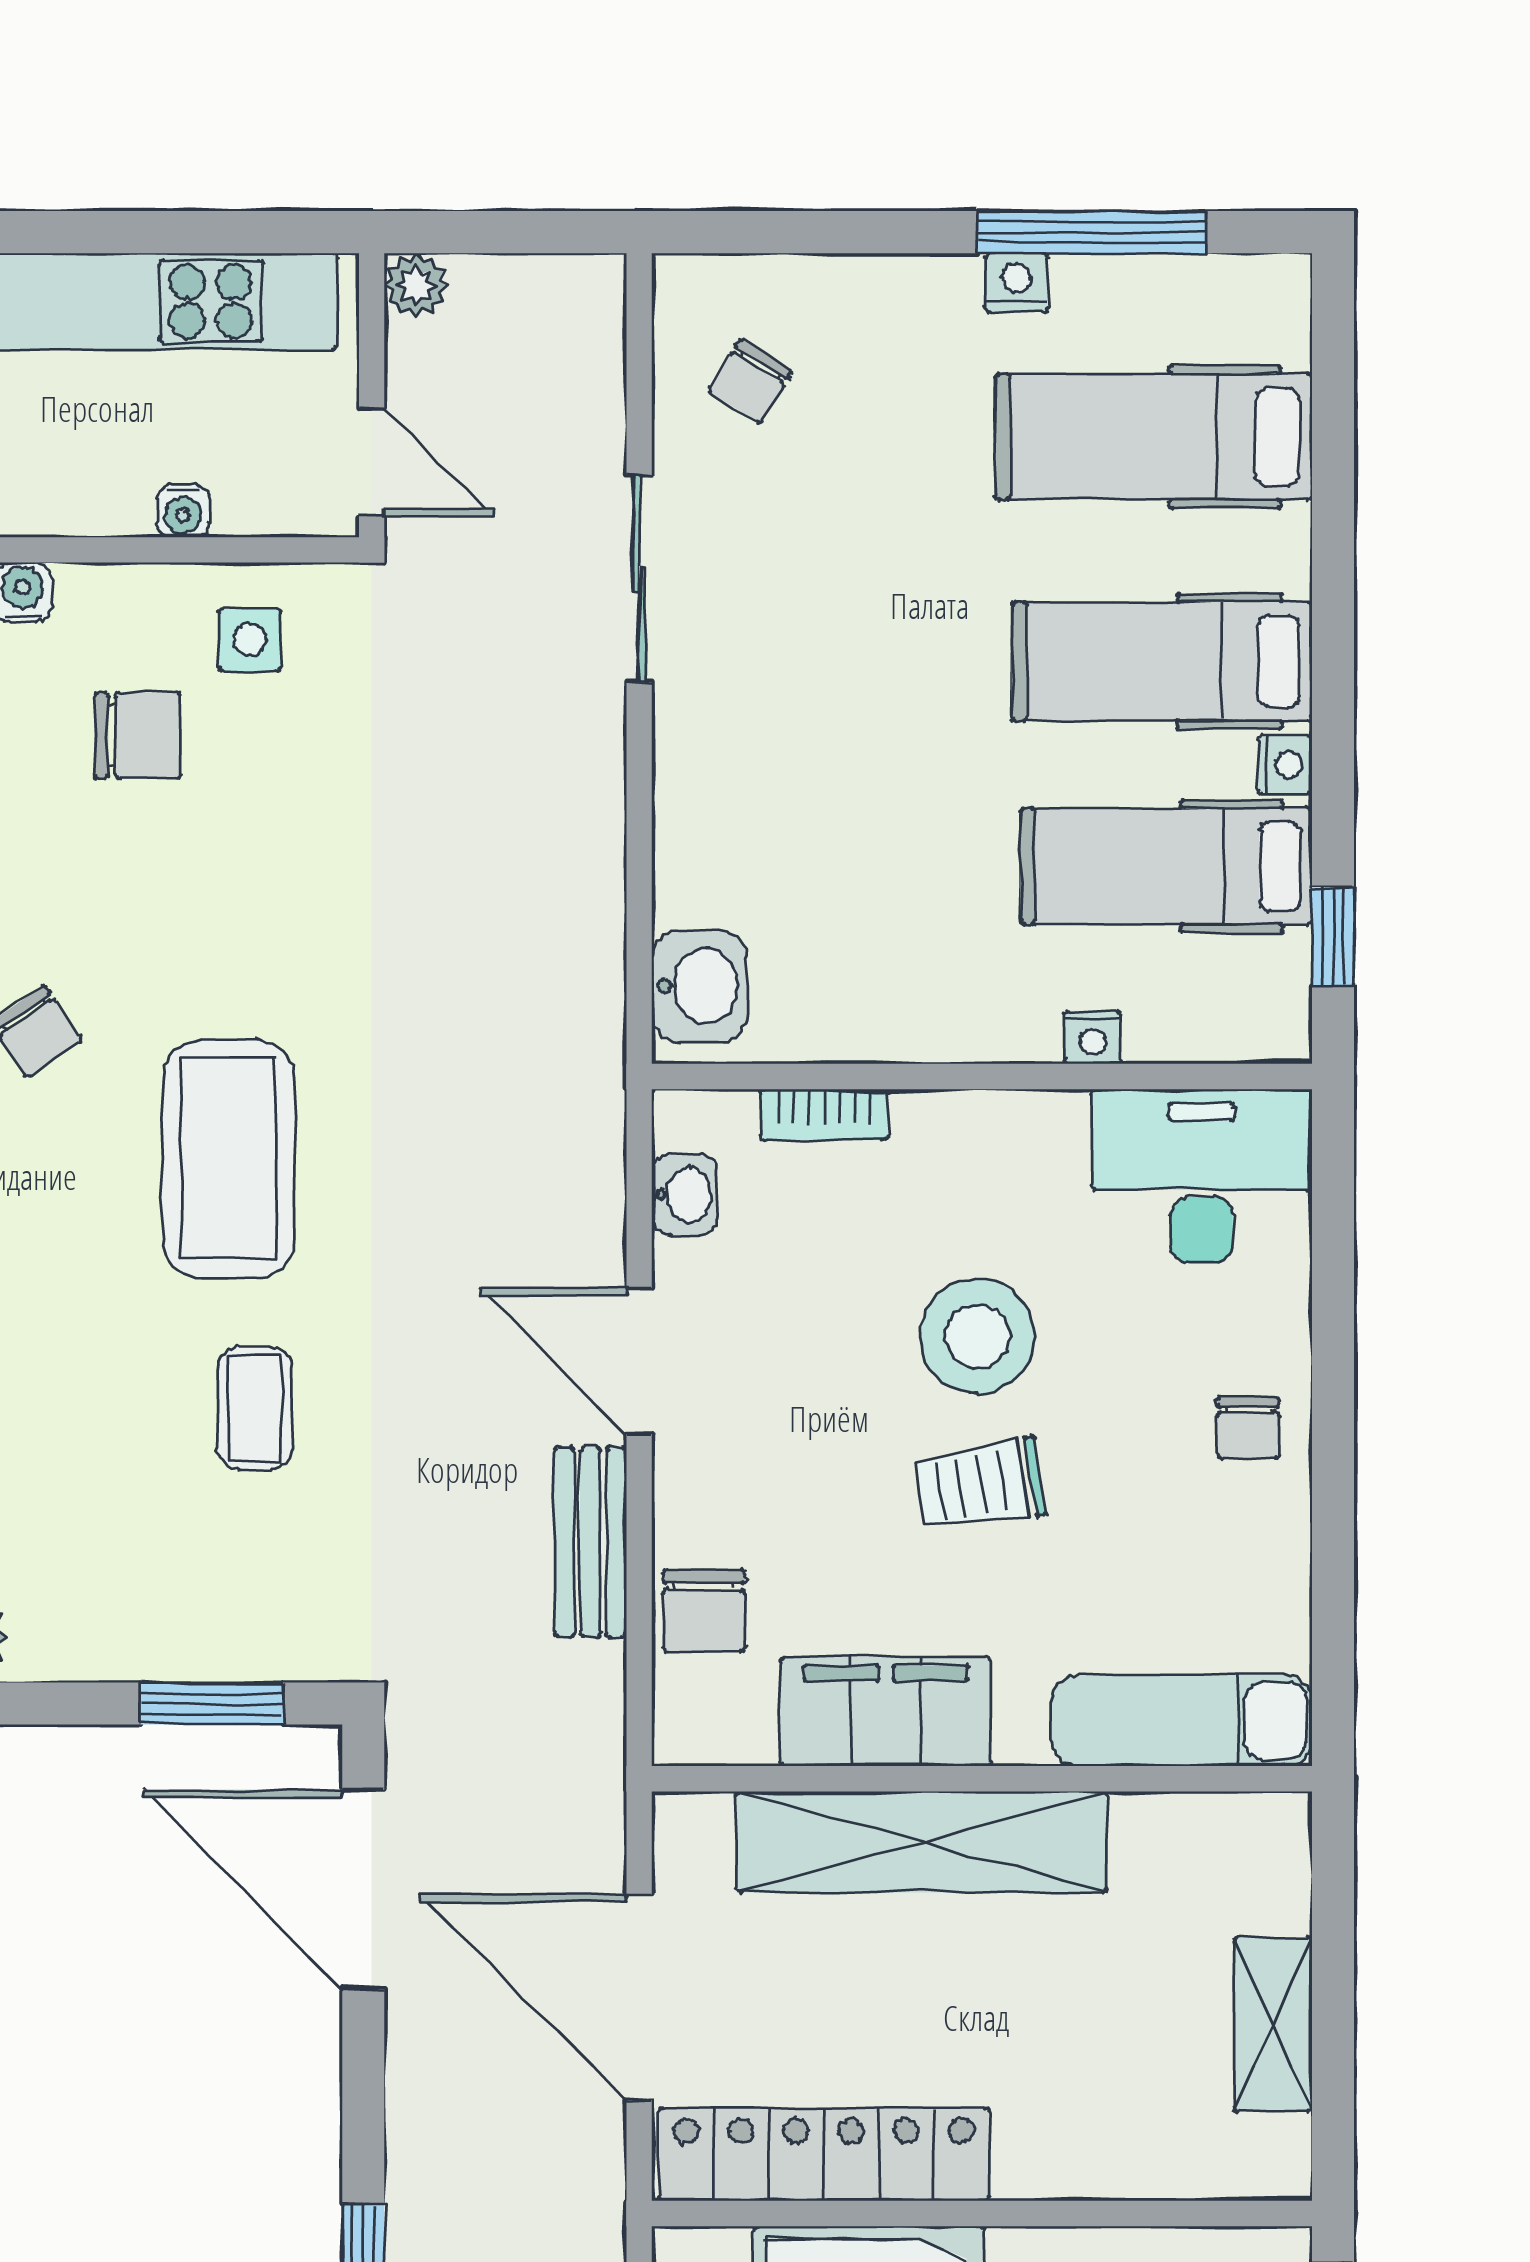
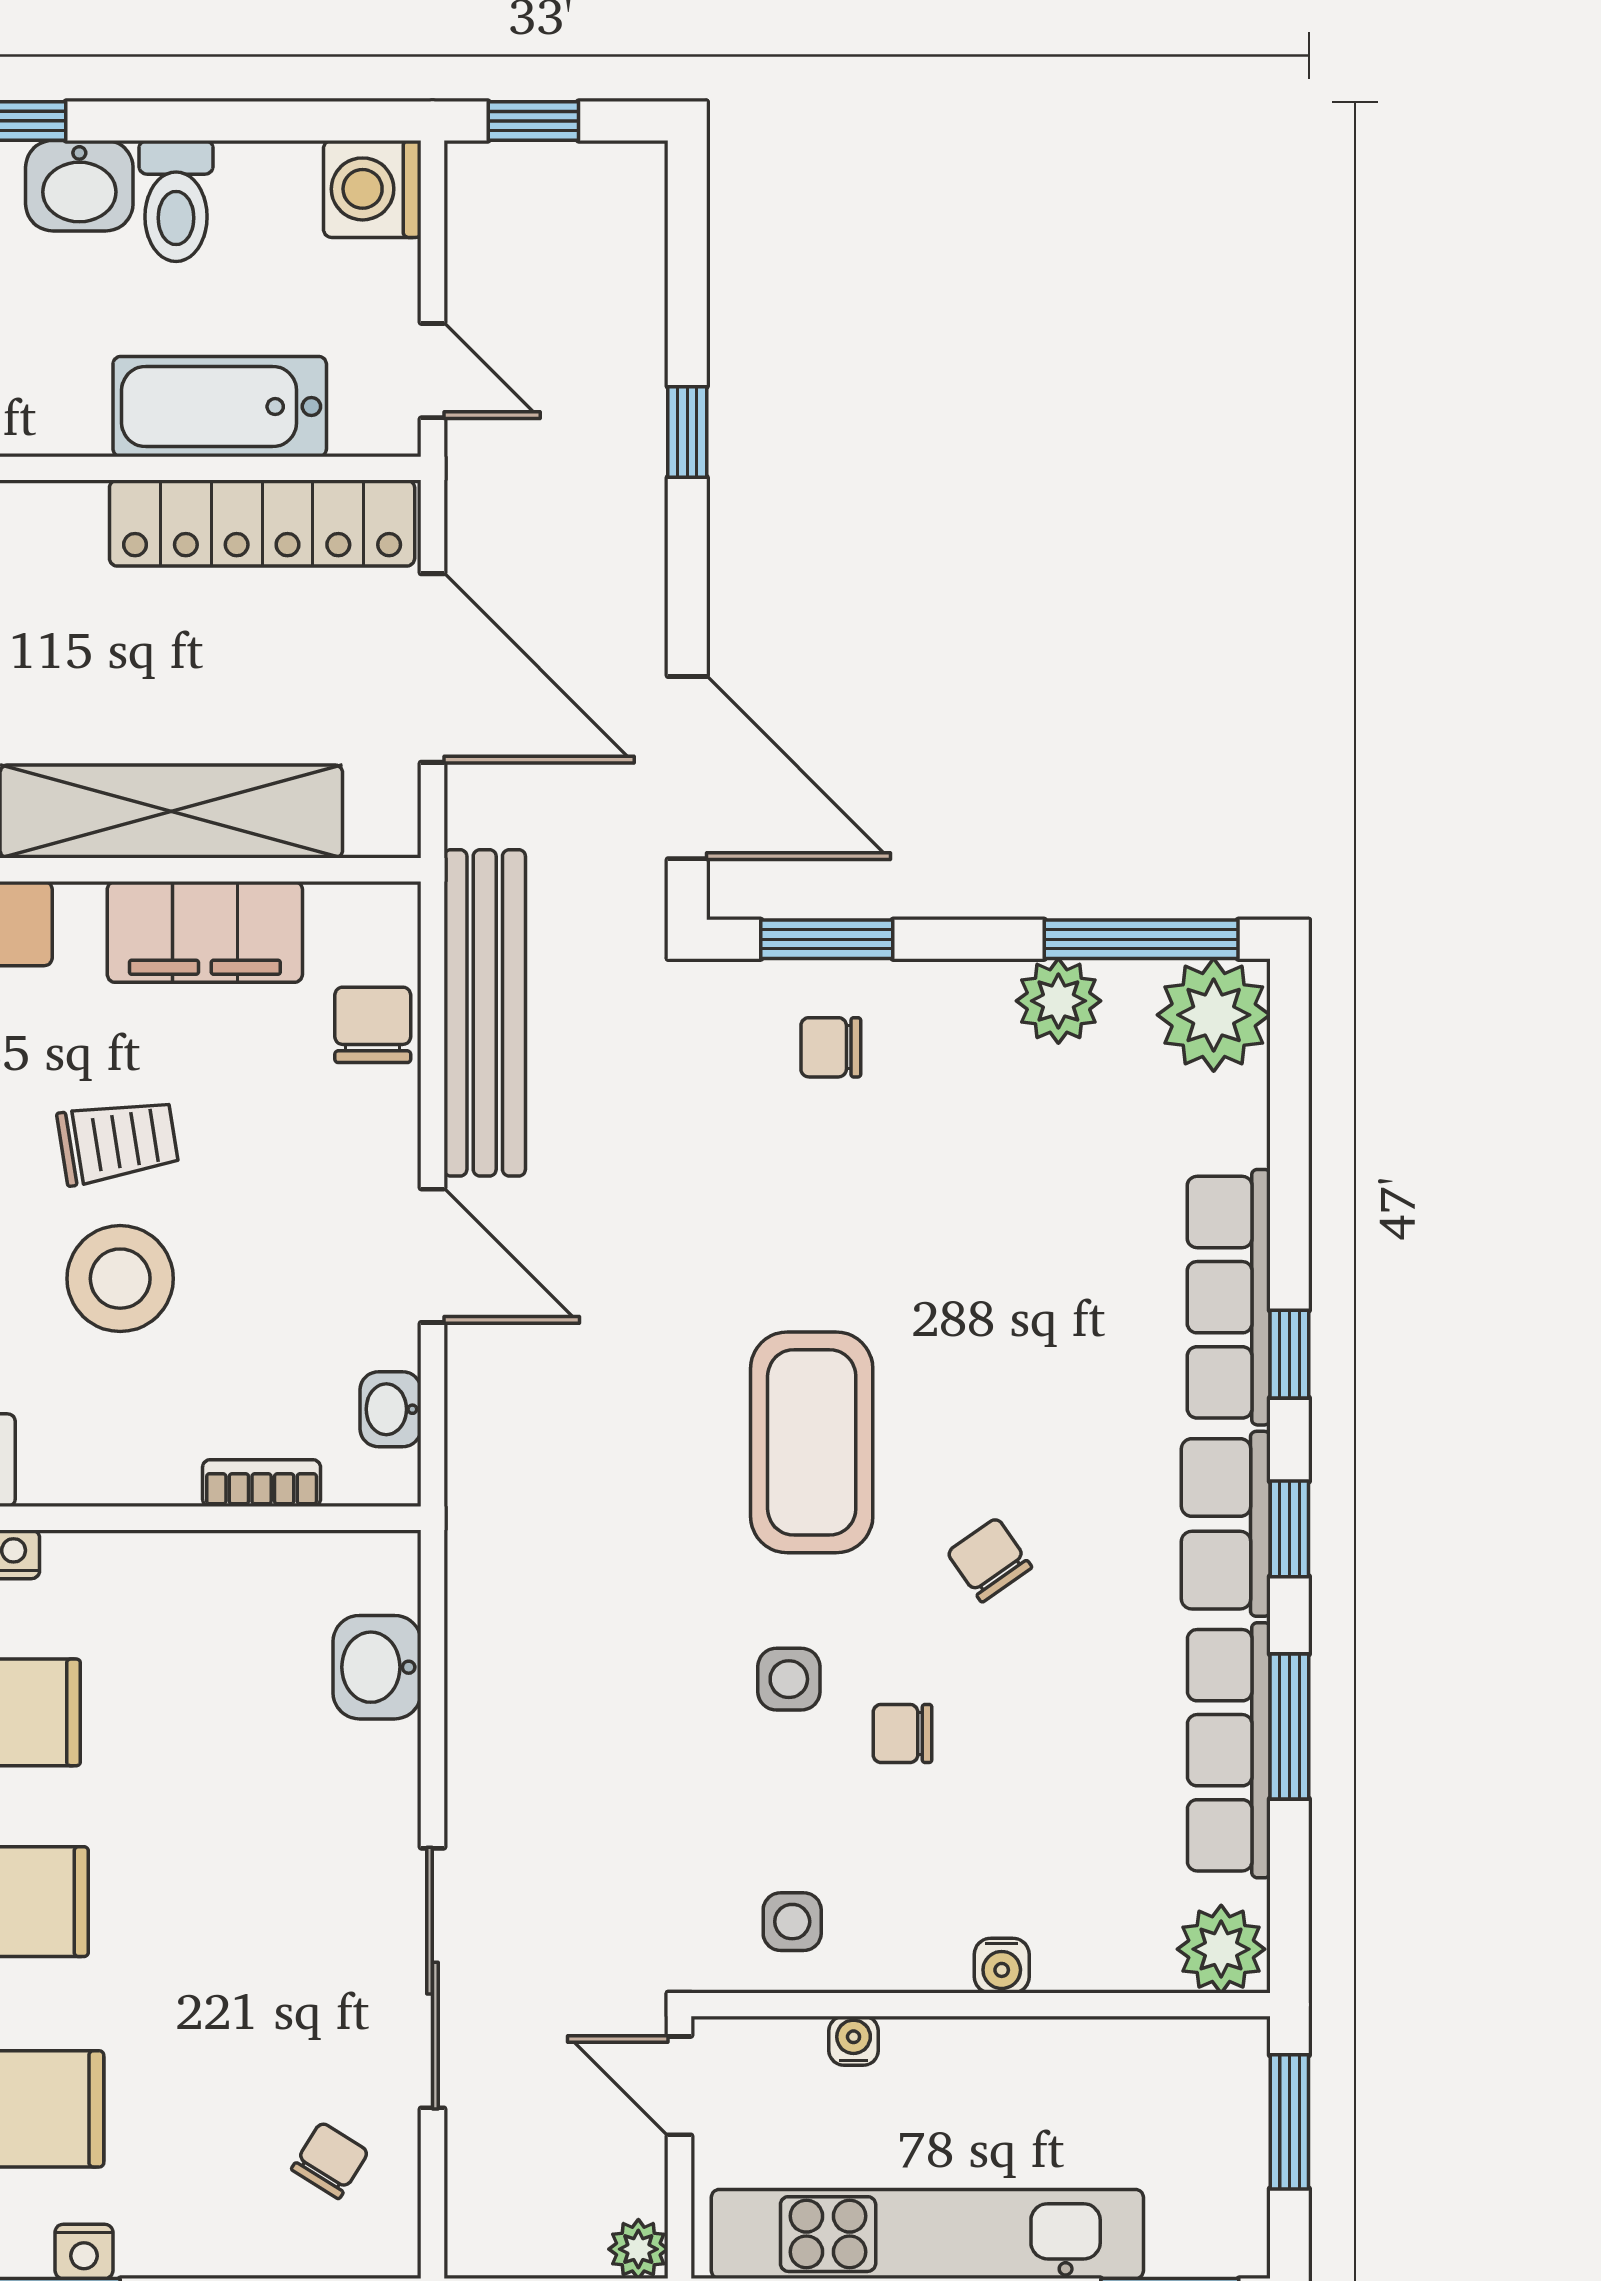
sliding door: (639, 579) -> (432, 1978), width x1.37
chair: (138, 736) -> (903, 1733), moved, width x0.73, depth x0.73
side table: (253, 902) -> (789, 1679), added
washbasin: (699, 986) -> (377, 1667), moved
coffee table: (255, 1408) -> (787, 1212), removed
bench: (590, 1542) -> (485, 1013), width x1.86, depth x1.21
chair: (208, 1587) -> (831, 1047), added

